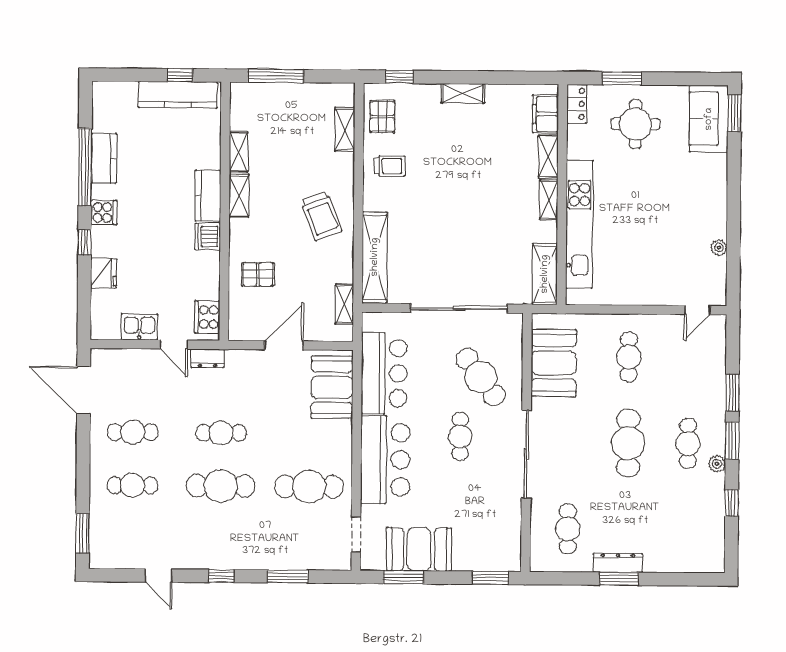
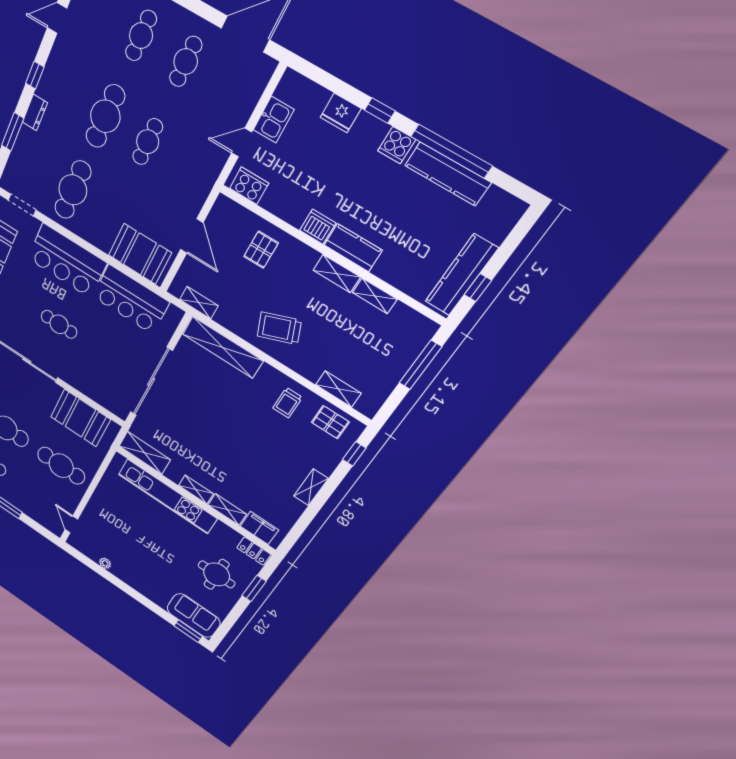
kitchen counter: (104, 158) -> (448, 174), width x1.50
cafe table: (629, 357) -> (61, 466), width x1.37, depth x1.35
dresser: (207, 358) -> (35, 113), moved, turned 180
cafe table: (481, 377) -> (94, 365), removed

